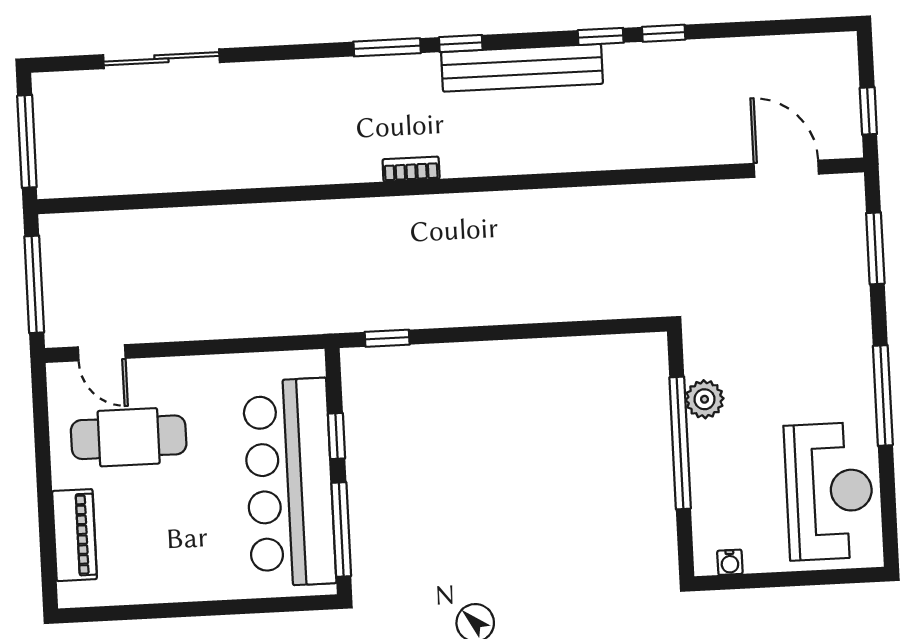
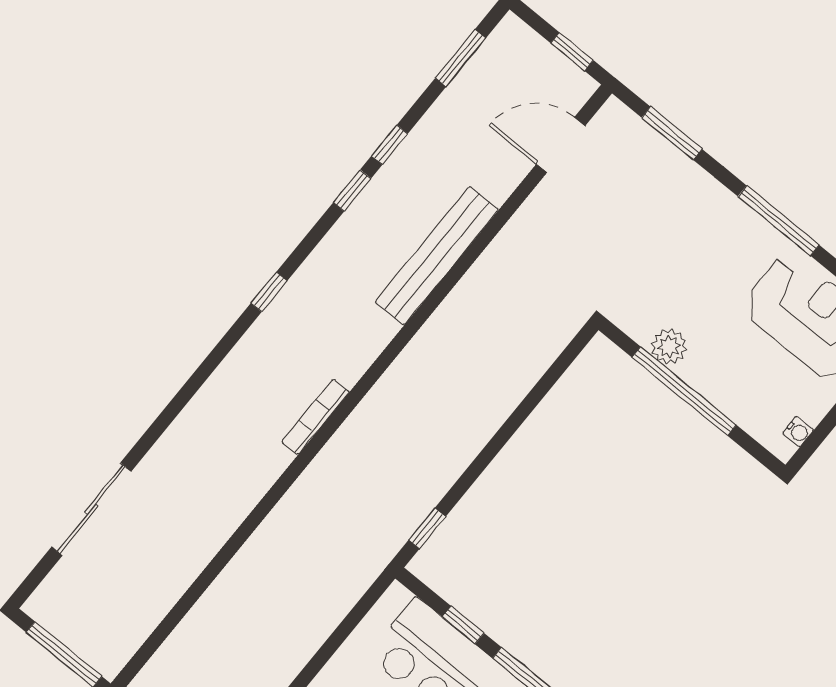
window: (387, 47) -> (460, 58), moved
bench: (522, 68) -> (437, 256), moved
bookcase: (411, 169) -> (316, 417), width x1.56

